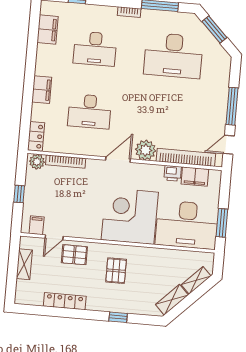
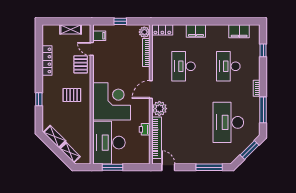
window: (232, 106) -> (209, 167), moved
door: (118, 160) -> (151, 89), swing flipped
filing cabinet: (195, 177) -> (144, 145), removed

